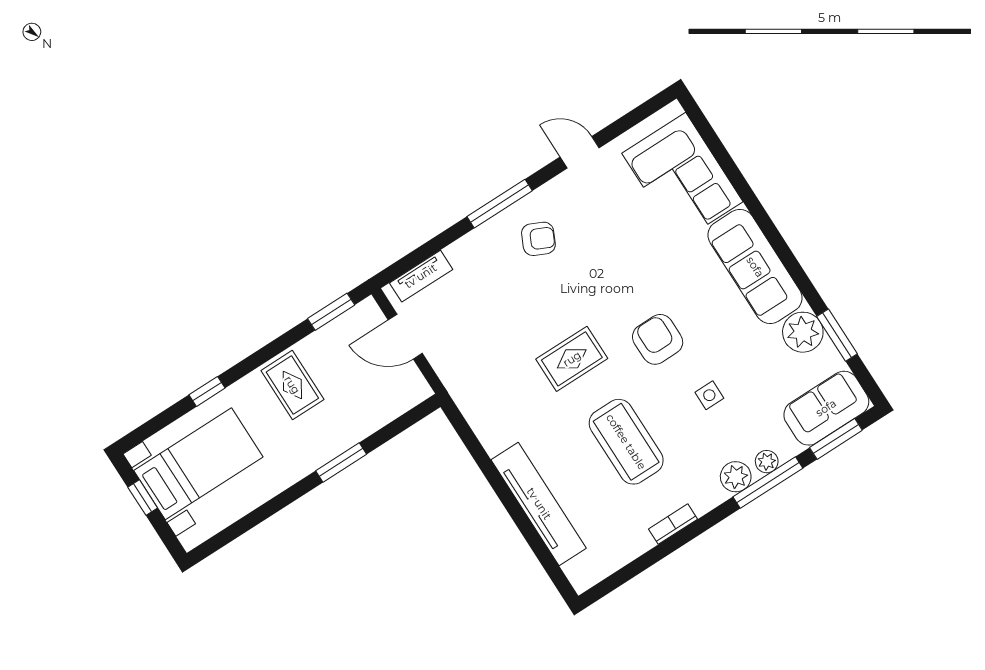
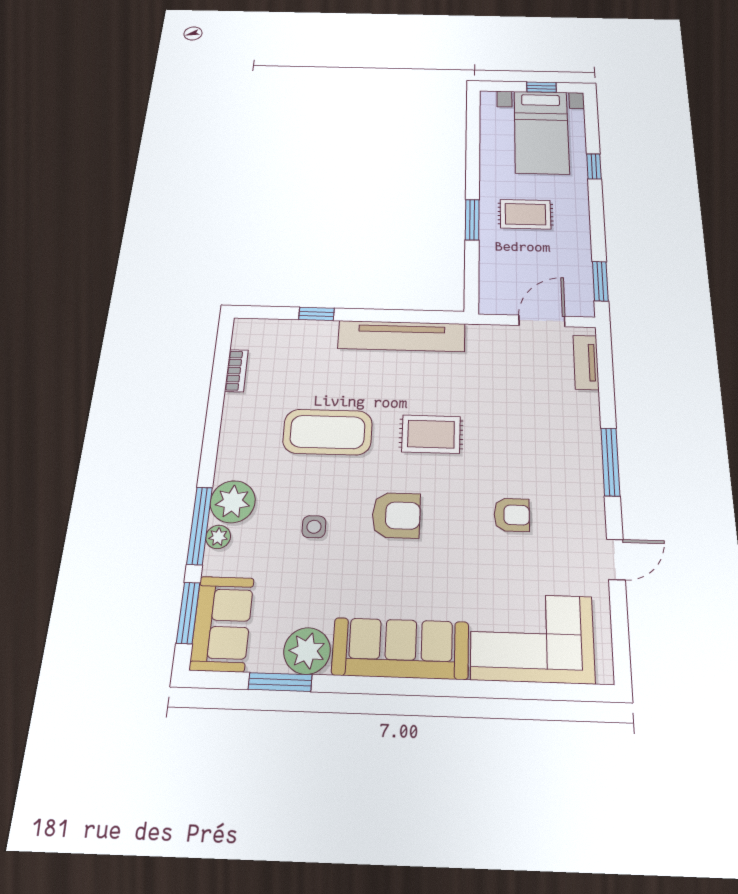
armchair: (538, 239) -> (512, 515), moved, turned -115
rug: (572, 359) -> (431, 434), turned 90
rug: (292, 385) -> (525, 214), moved
plant: (736, 477) -> (233, 502), width x1.36, depth x1.36
tv unit: (539, 504) -> (402, 336), moved
bookcase: (673, 524) -> (236, 371), moved
window: (527, 529) -> (317, 314), added

